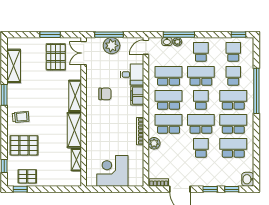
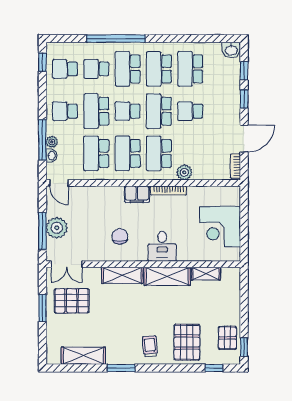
desk: (132, 75) -> (162, 246), moved, turned 180
filing cabinet: (137, 96) -> (137, 194), moved

